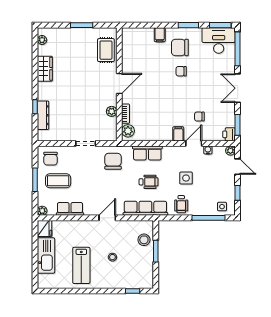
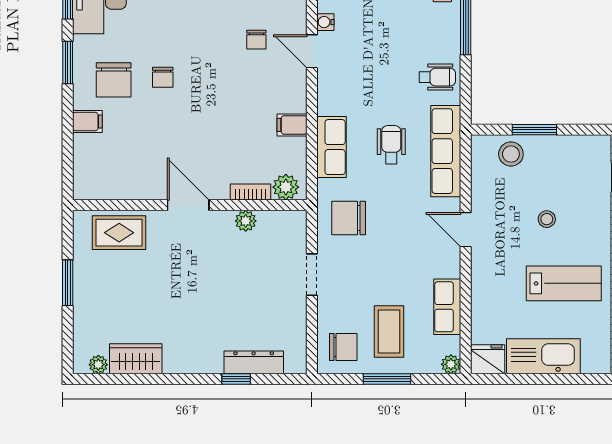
wardrobe: (45, 69) -> (136, 359), moved
filing cabinet: (178, 134) -> (292, 125), moved
side table: (186, 178) -> (383, 67), removed

